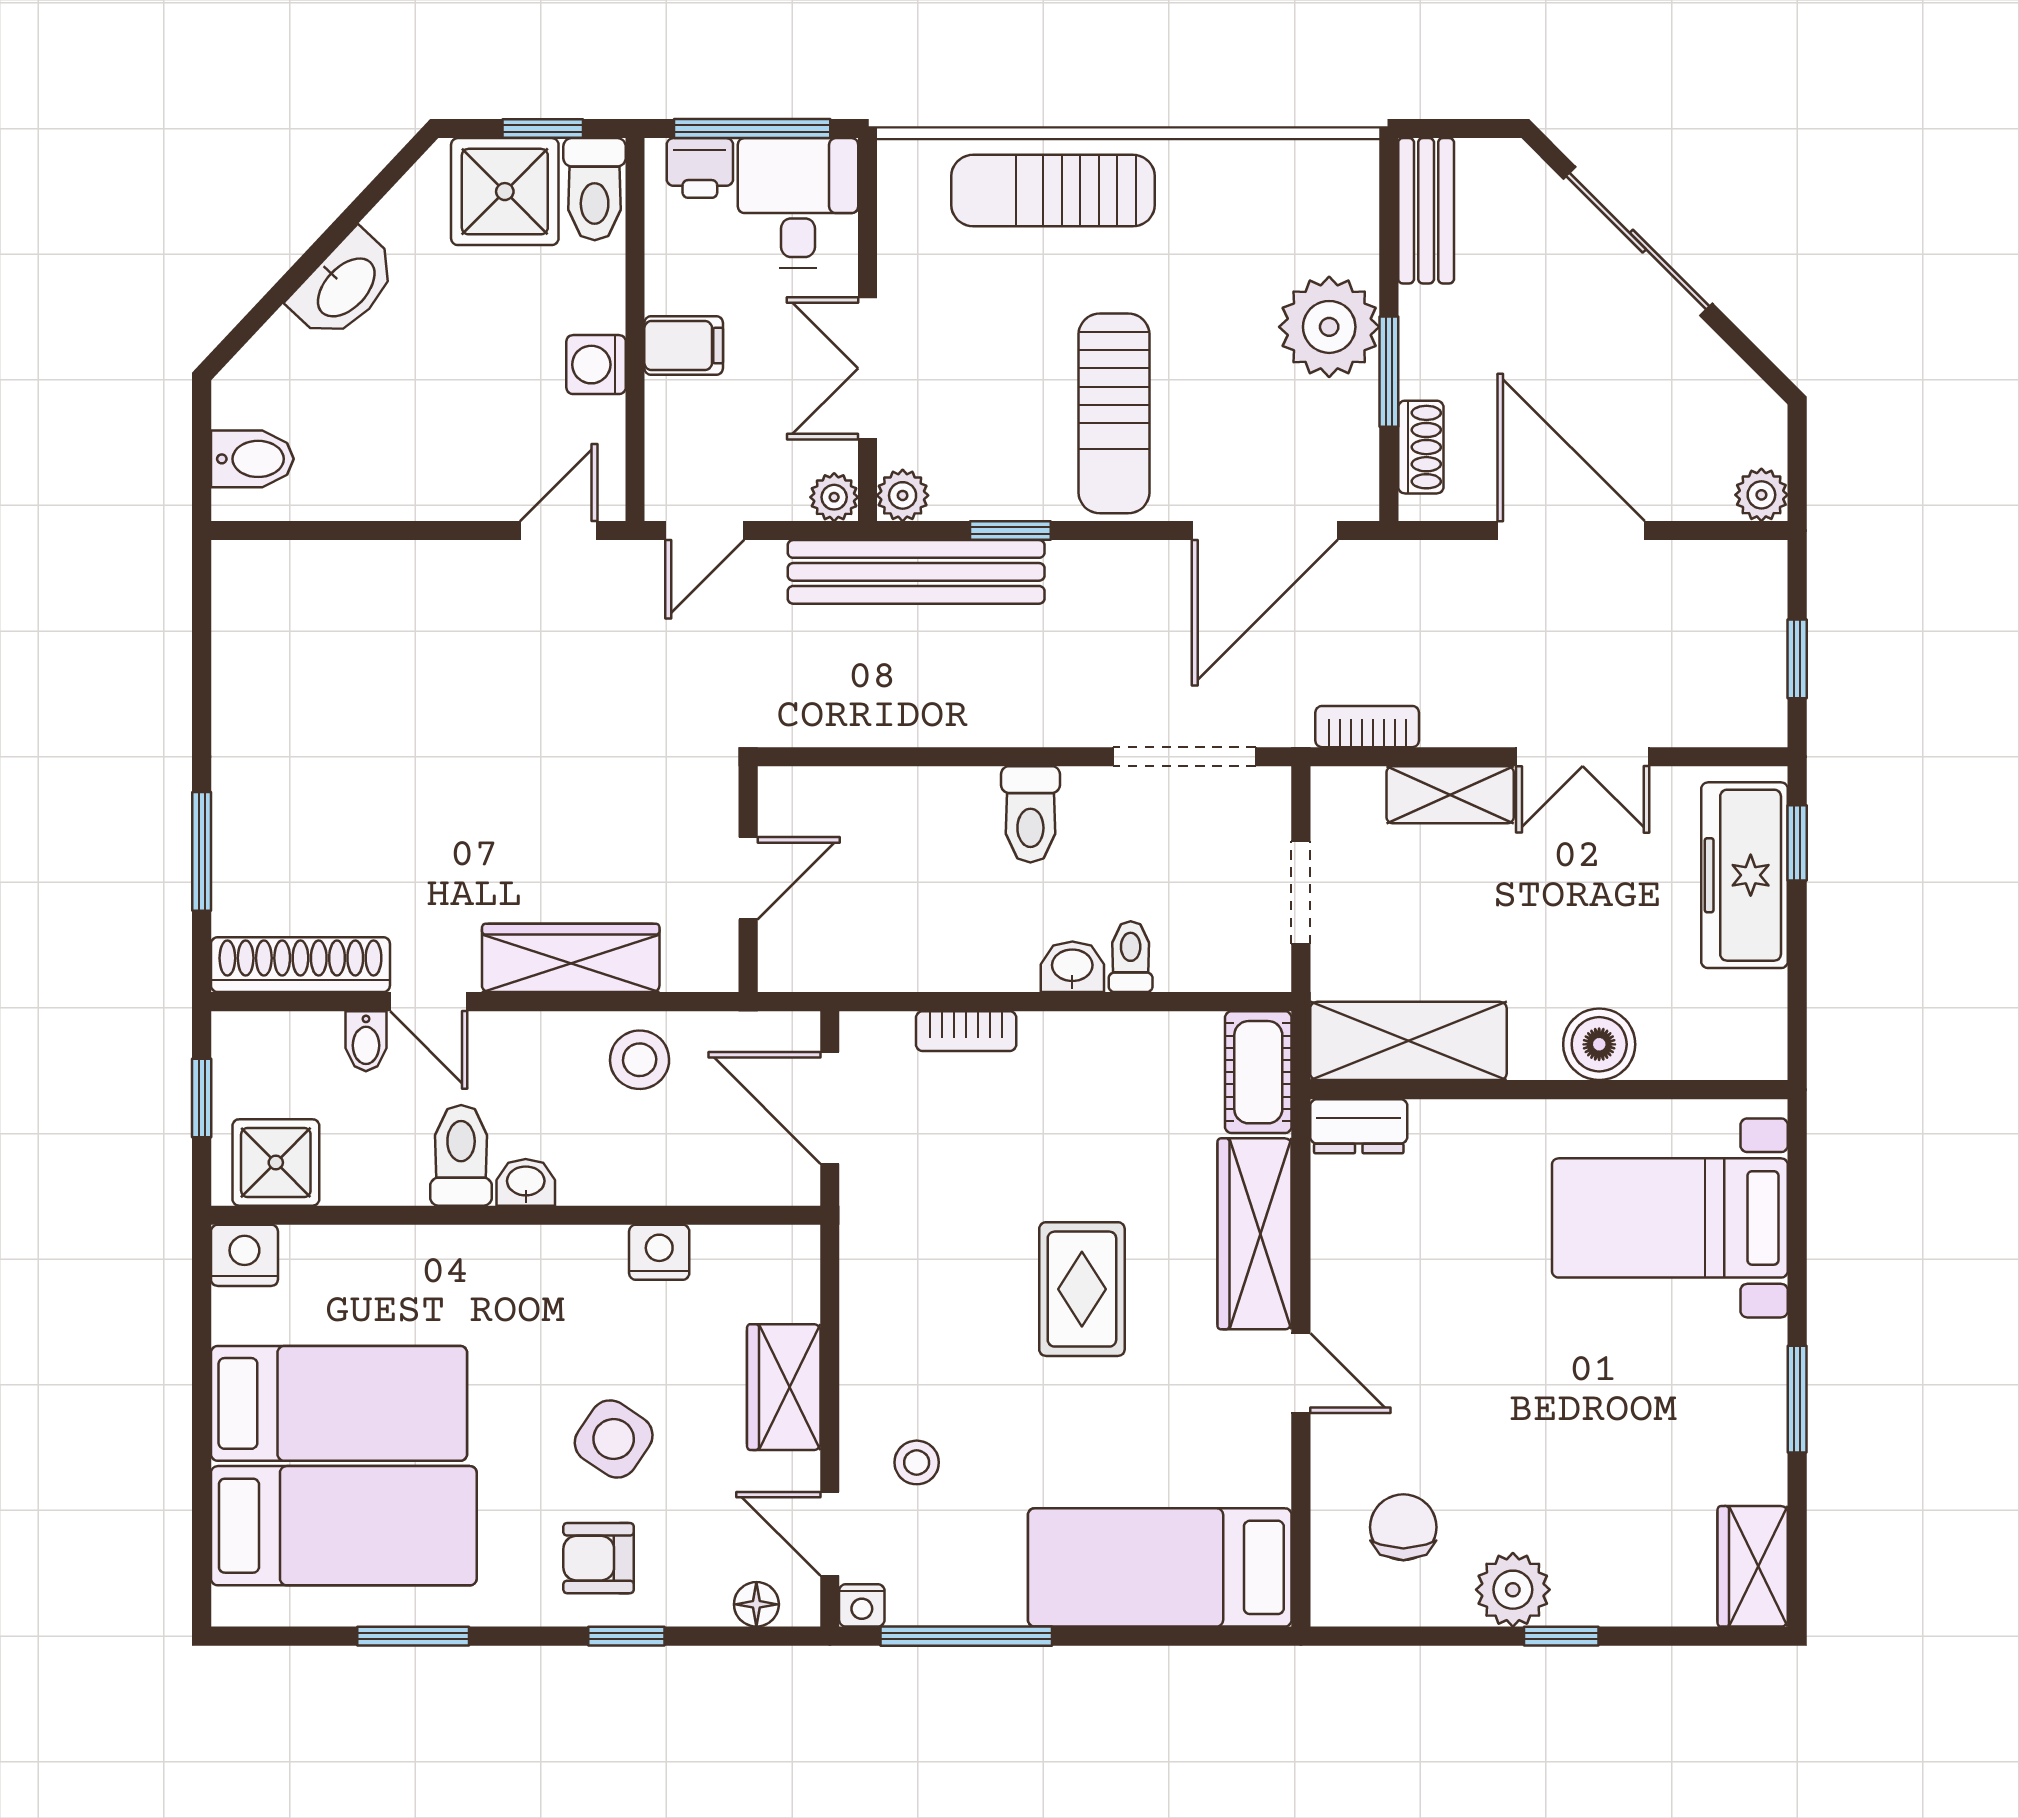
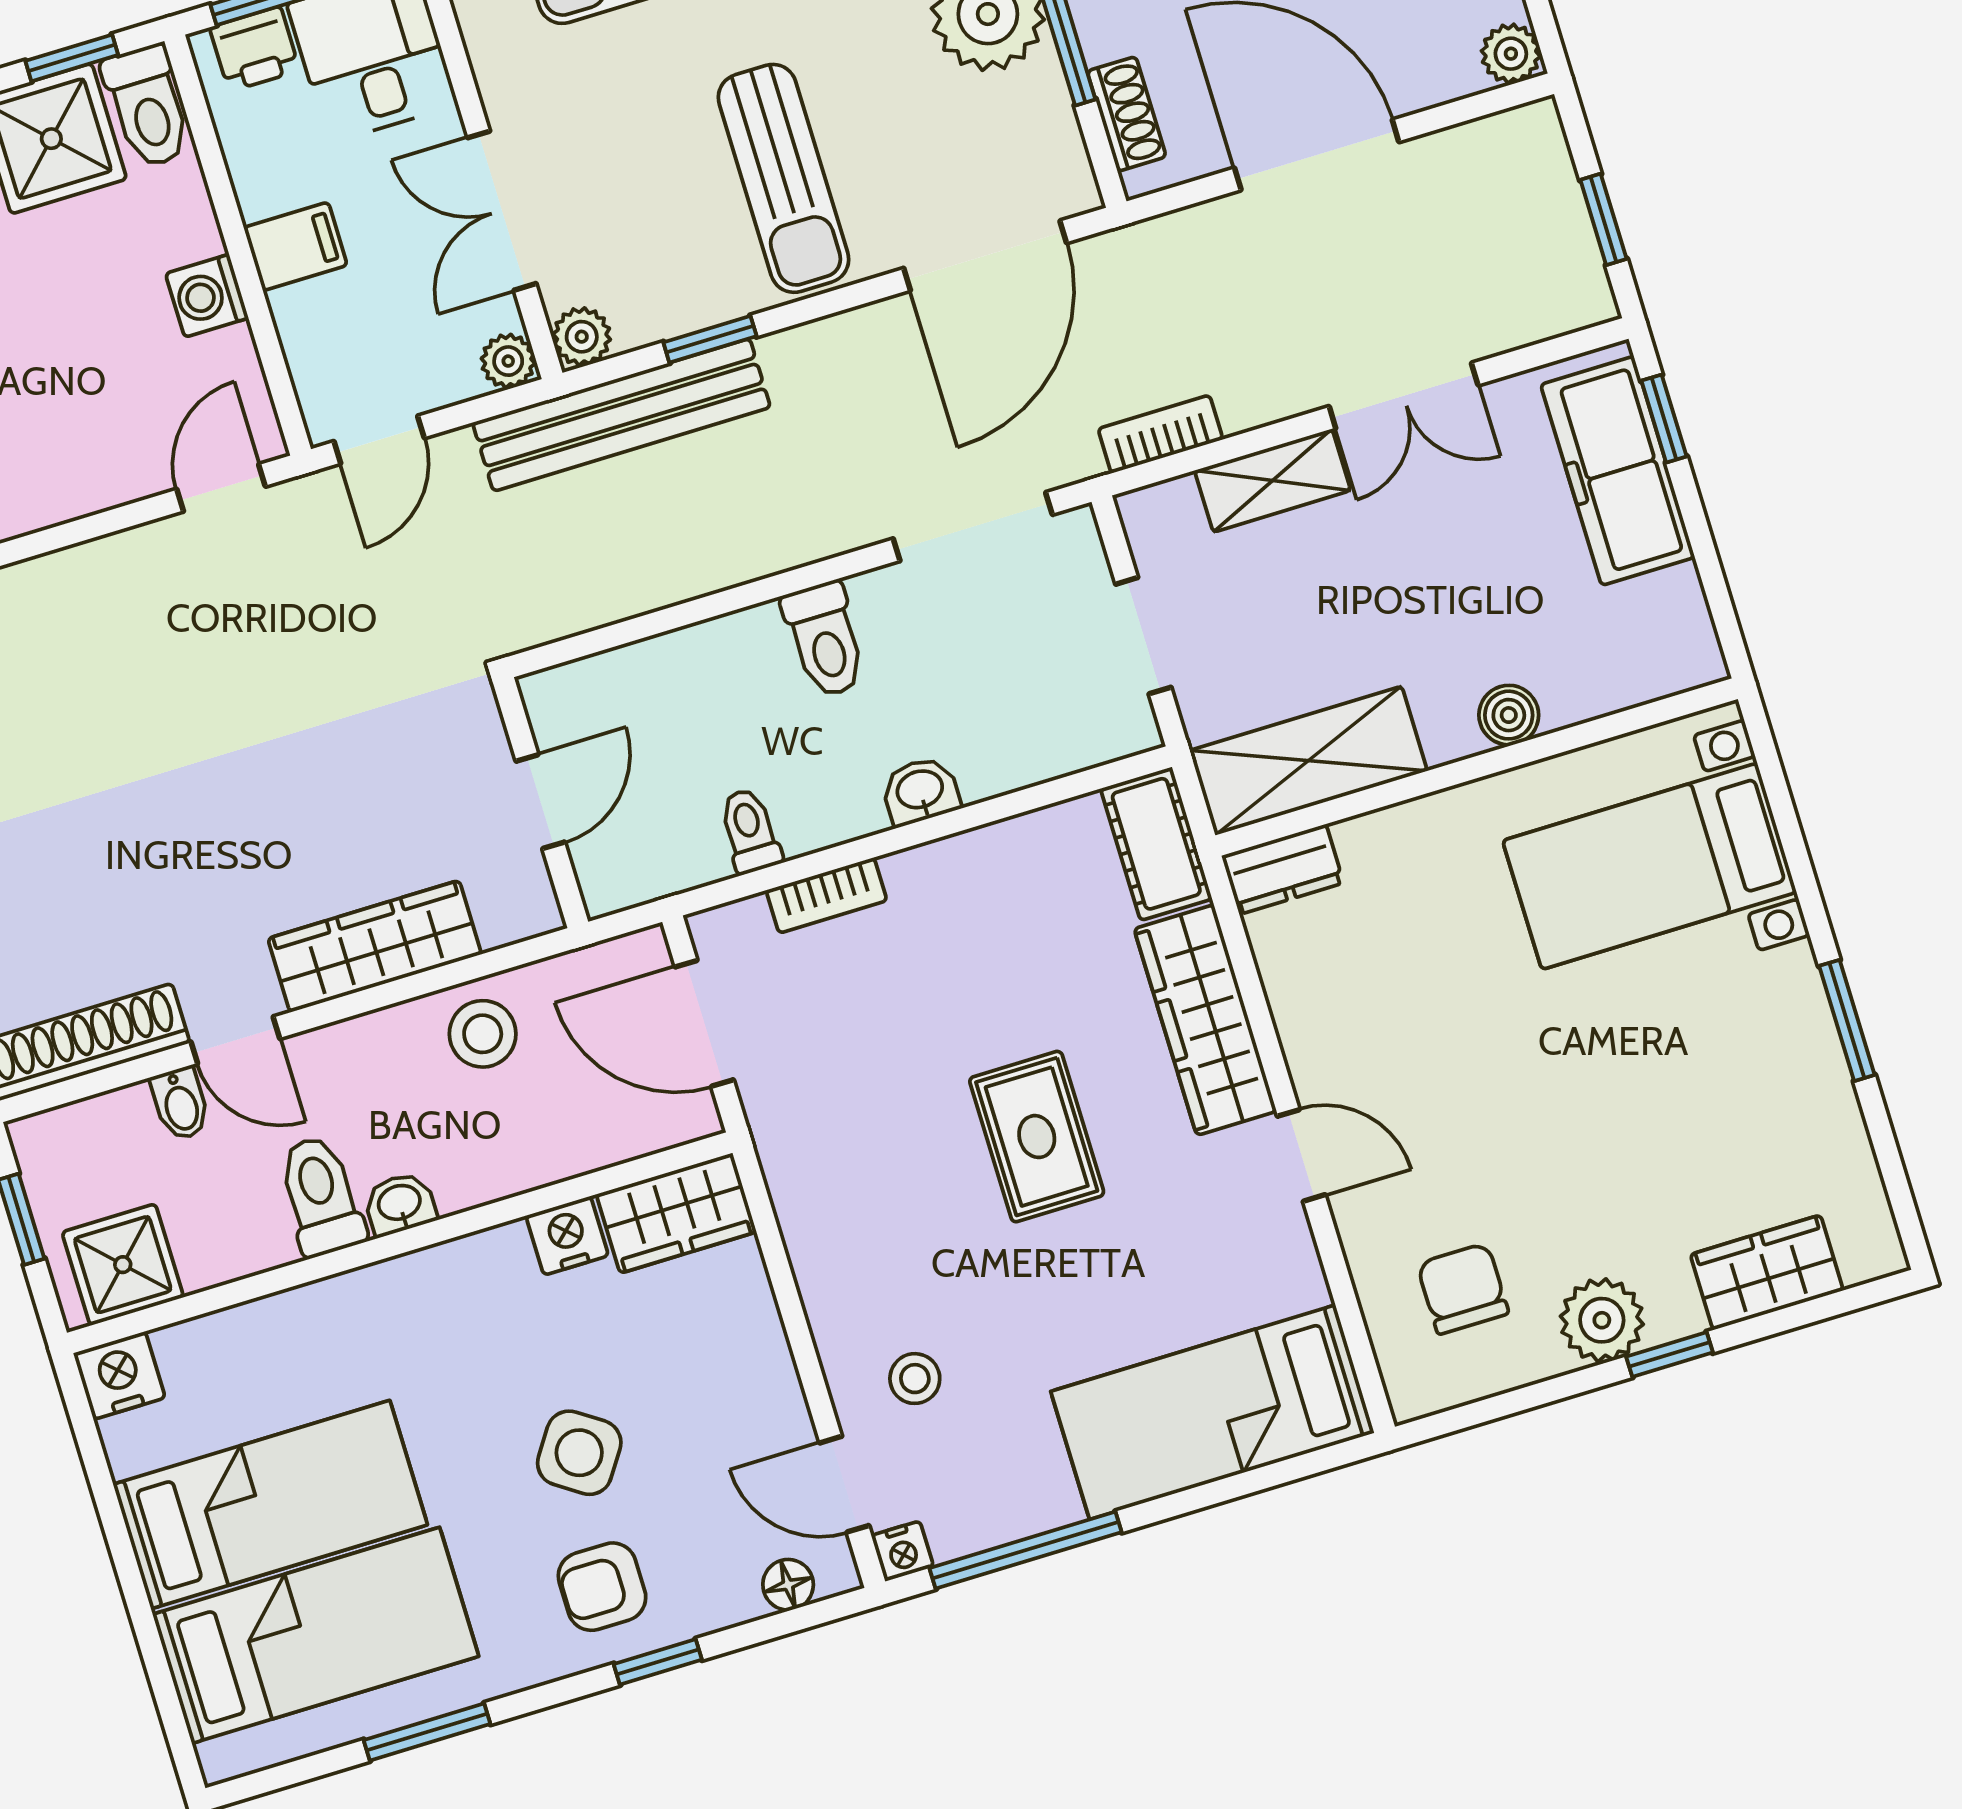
toilet: (1131, 957) -> (750, 831), moved
boiler: (1599, 1044) -> (1509, 715), width x0.73, depth x0.73
wardrobe: (784, 1387) -> (676, 1213), moved, turned -90
wardrobe: (1753, 1566) -> (1767, 1272), moved, turned 90

